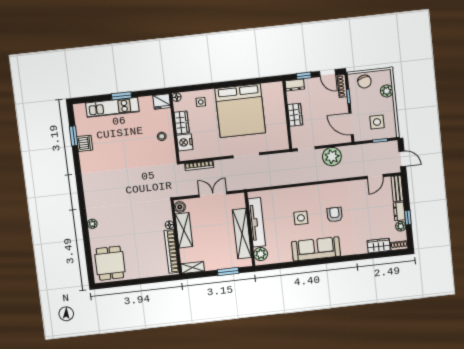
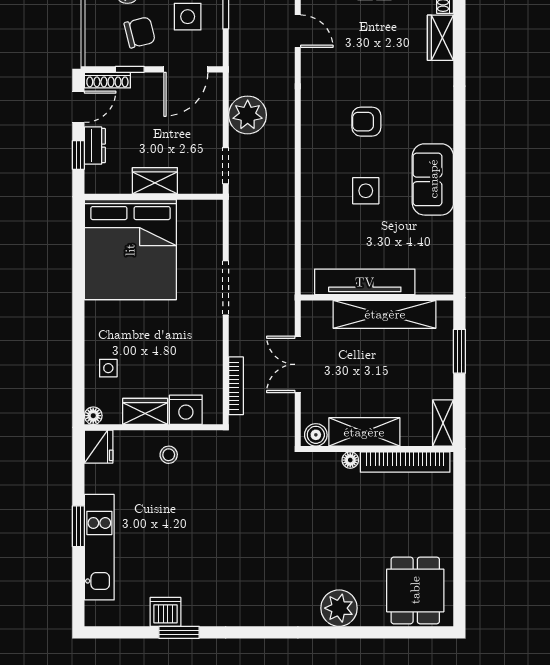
chair: (364, 82) -> (140, 32), moved
dresser: (295, 85) -> (95, 146), moved
bed: (240, 111) -> (130, 250), moved, turned 90
window: (74, 136) -> (179, 632), moved
plant: (92, 224) -> (339, 608), width x1.87, depth x1.87
sofa: (316, 249) -> (433, 179), width x0.73
plant: (261, 254) -> (431, 281), removed
dining table: (110, 263) -> (415, 590), turned 90

